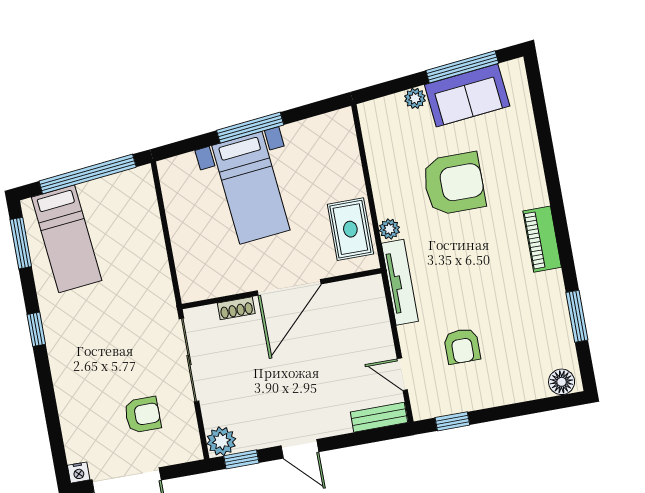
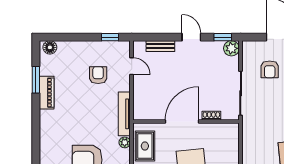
piano: (542, 239) -> (47, 93), moved
armchair: (143, 415) -> (270, 69), turned -90
bench: (379, 417) -> (160, 46), moved

